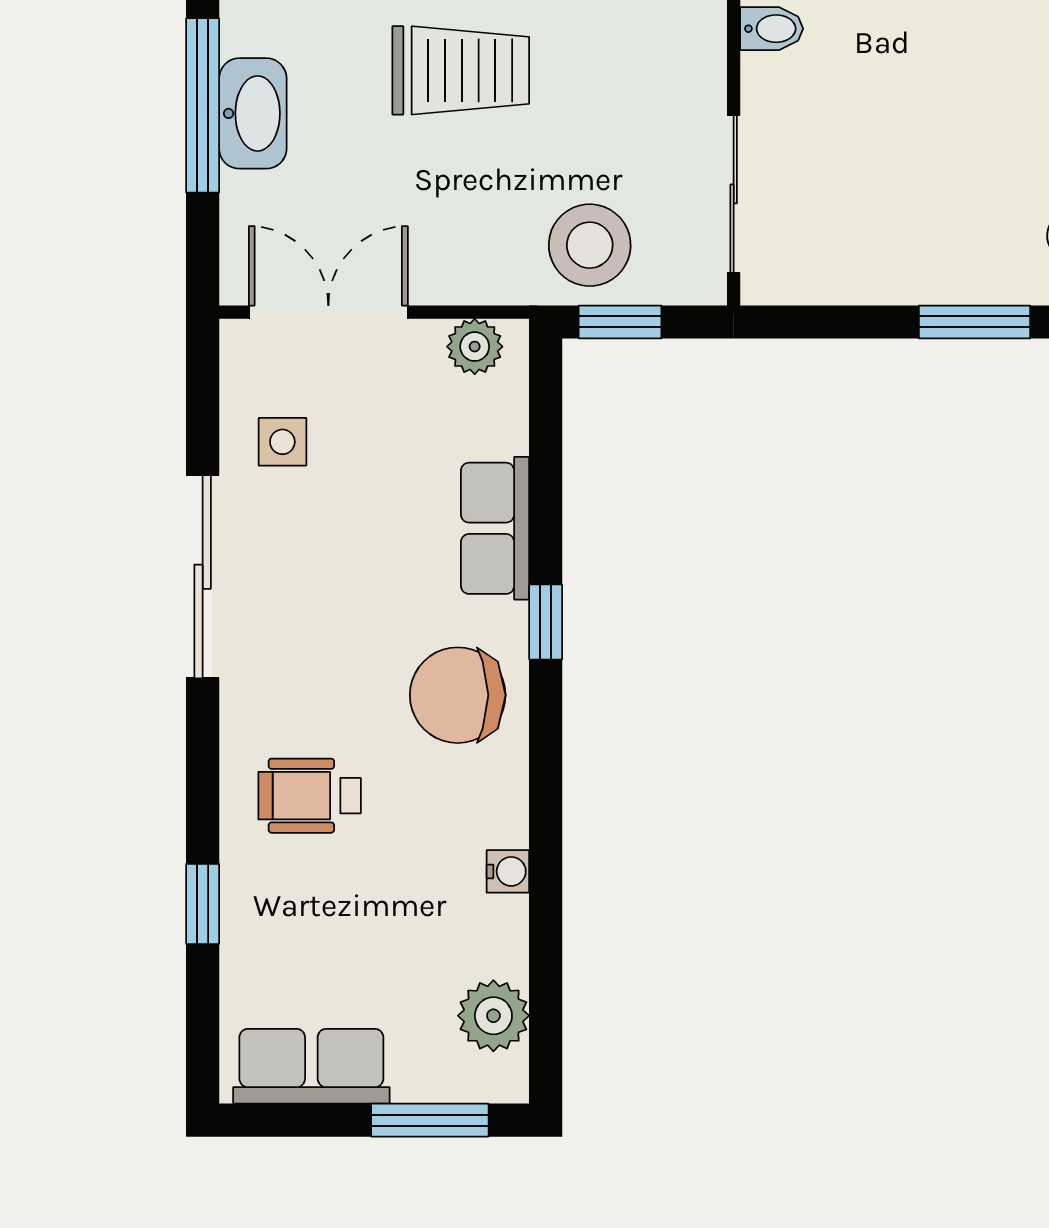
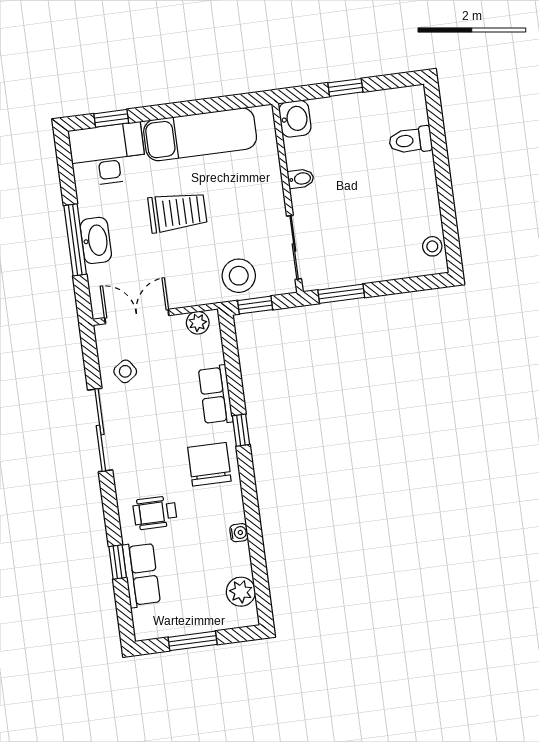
window: (974, 322) -> (341, 294), moved
side table: (282, 442) -> (125, 371), turned -35
chair: (458, 695) -> (209, 464), turned 90
row of seats: (311, 1066) -> (141, 575), moved, turned 90
window: (430, 1120) -> (193, 641), moved

